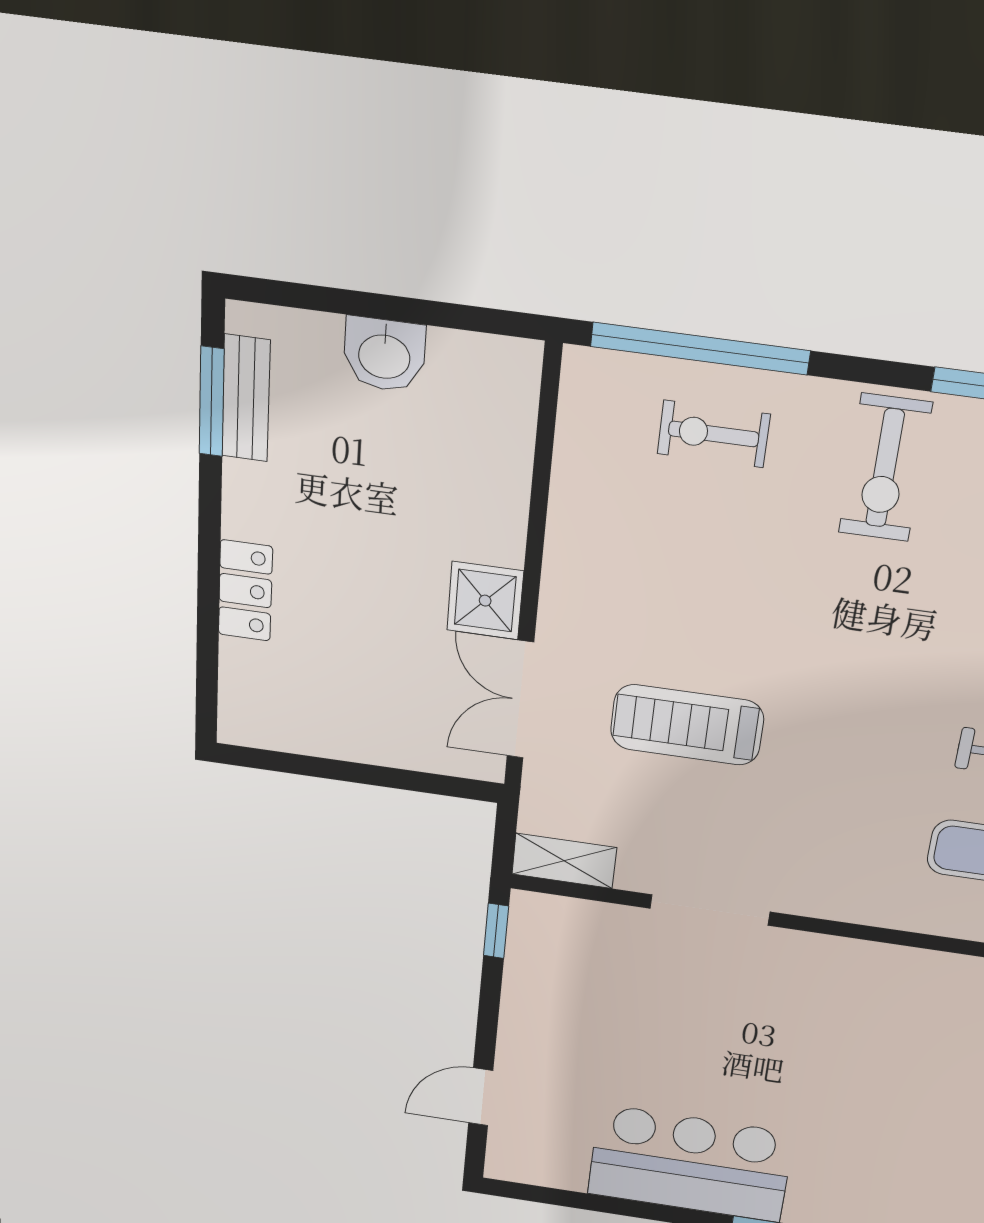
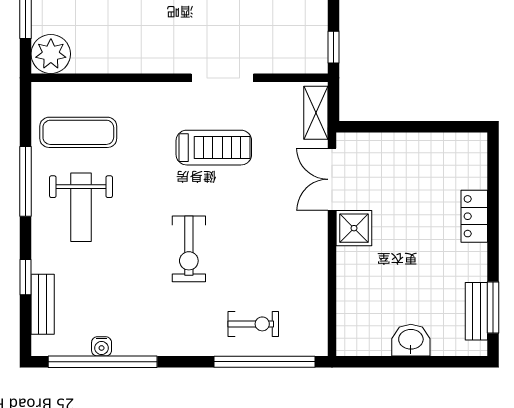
exercise bike: (885, 468) -> (189, 249), moved, turned 180
double door: (520, 700) -> (332, 179), swing flipped
treadmill: (687, 725) -> (214, 148), moved
shelving: (564, 861) -> (316, 113), moved, turned 90

